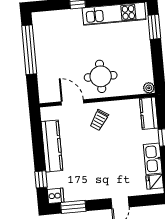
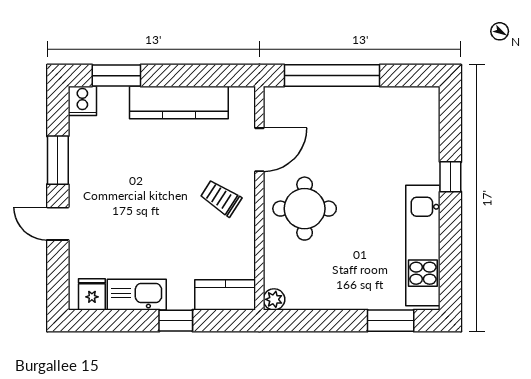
window: (29, 50) -> (332, 76), moved
window: (41, 179) -> (116, 76), width x1.50
window: (73, 207) -> (58, 160), moved

